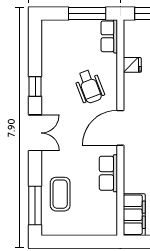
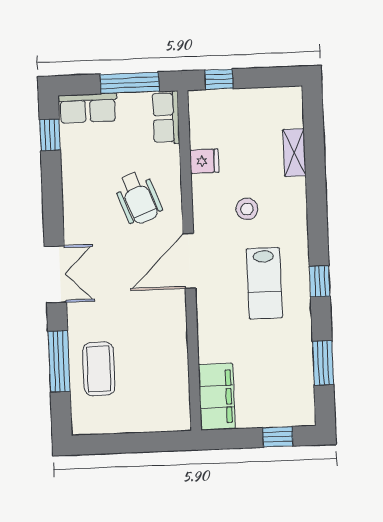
window: (35, 86) -> (50, 135), moved
row of seats: (108, 173) -> (88, 108), moved, turned -90
window: (35, 206) -> (59, 361), moved

